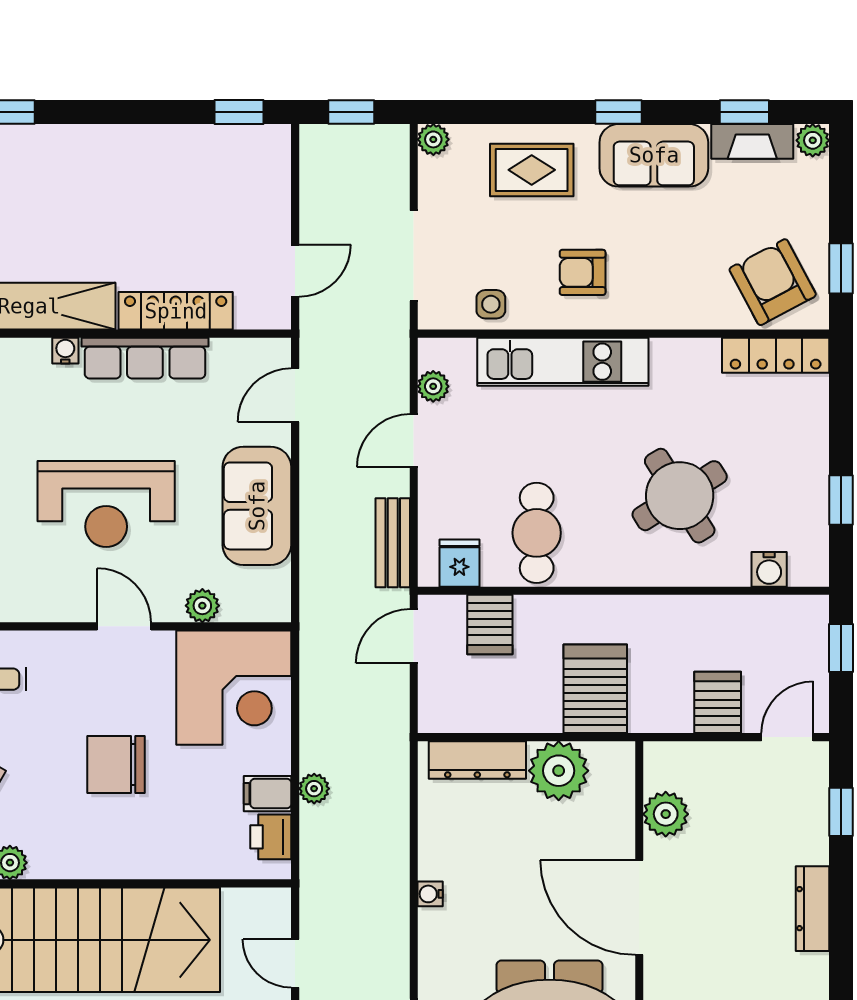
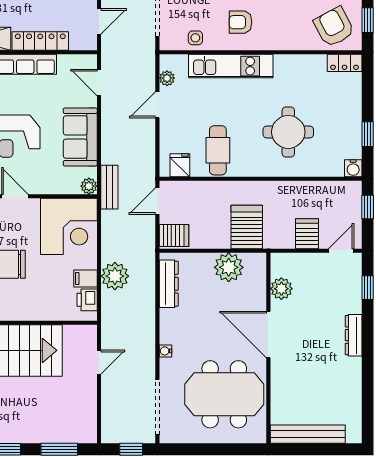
locker: (776, 355) -> (345, 63), width x0.66
door: (295, 395) -> (99, 83), hinge flipped
round table: (680, 496) -> (288, 132), turned 32
bench: (393, 543) -> (109, 187), moved
water cooler: (769, 569) -> (353, 168), moved
plant: (202, 606) -> (89, 186), moved
server rack: (490, 624) -> (174, 235), moved, turned -90
dresser: (477, 760) -> (169, 284), moved, turned -90
plant: (314, 789) -> (115, 276), width x1.88, depth x1.88
water cooler: (430, 894) -> (166, 351), moved
door: (295, 963) -> (99, 362), swing flipped

